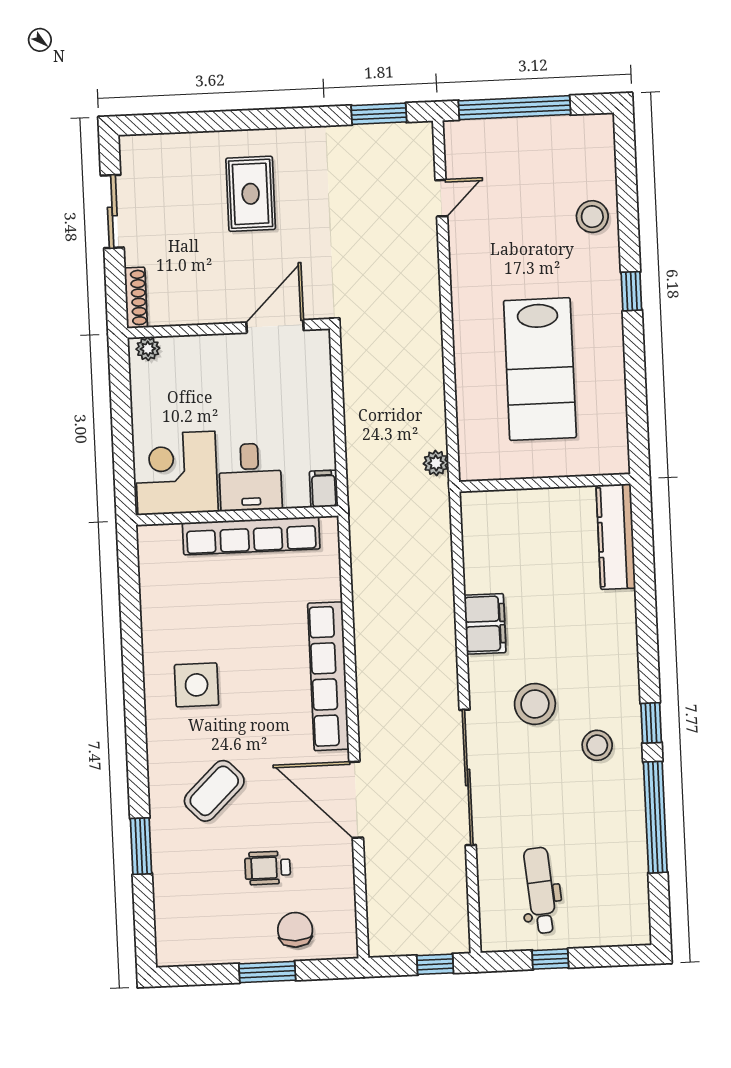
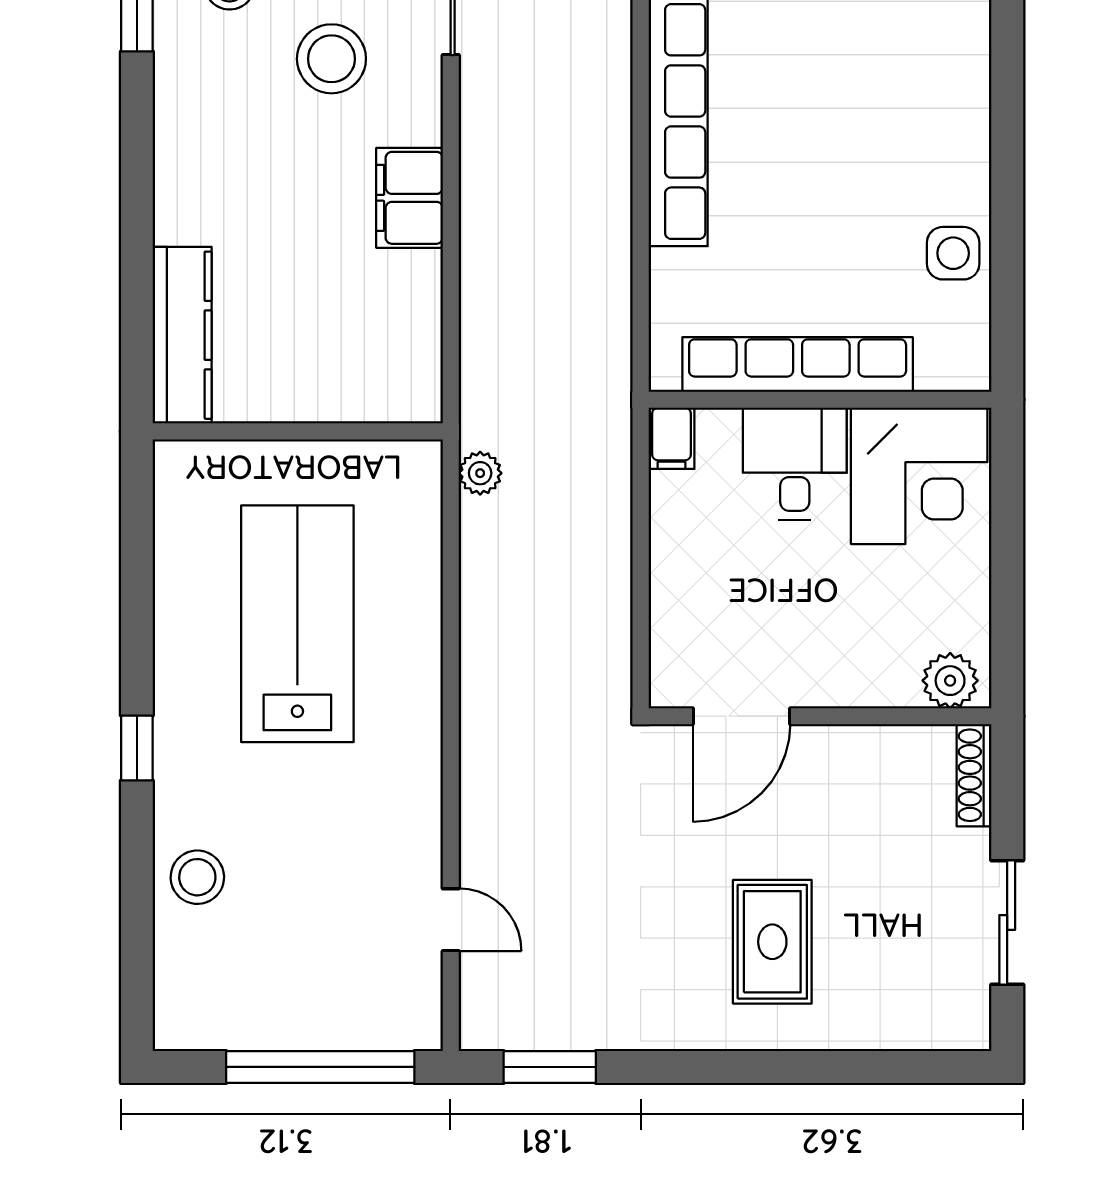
door: (441, 198) -> (451, 920), swing flipped
plant: (148, 349) -> (950, 681), width x1.38, depth x1.38
side table: (197, 685) -> (953, 253), moved, width x0.73, depth x0.73

